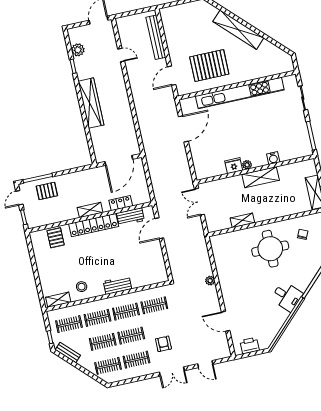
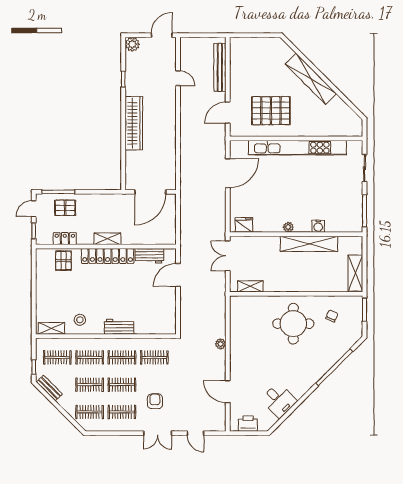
plant: (78, 50) -> (132, 44), moved
fridge: (234, 166) -> (244, 225), moved
shelving: (261, 177) -> (309, 244), width x1.47
locker: (121, 203) -> (65, 239), moved
shelving: (242, 220) -> (250, 286), moved
desk: (287, 296) -> (279, 400), moved

